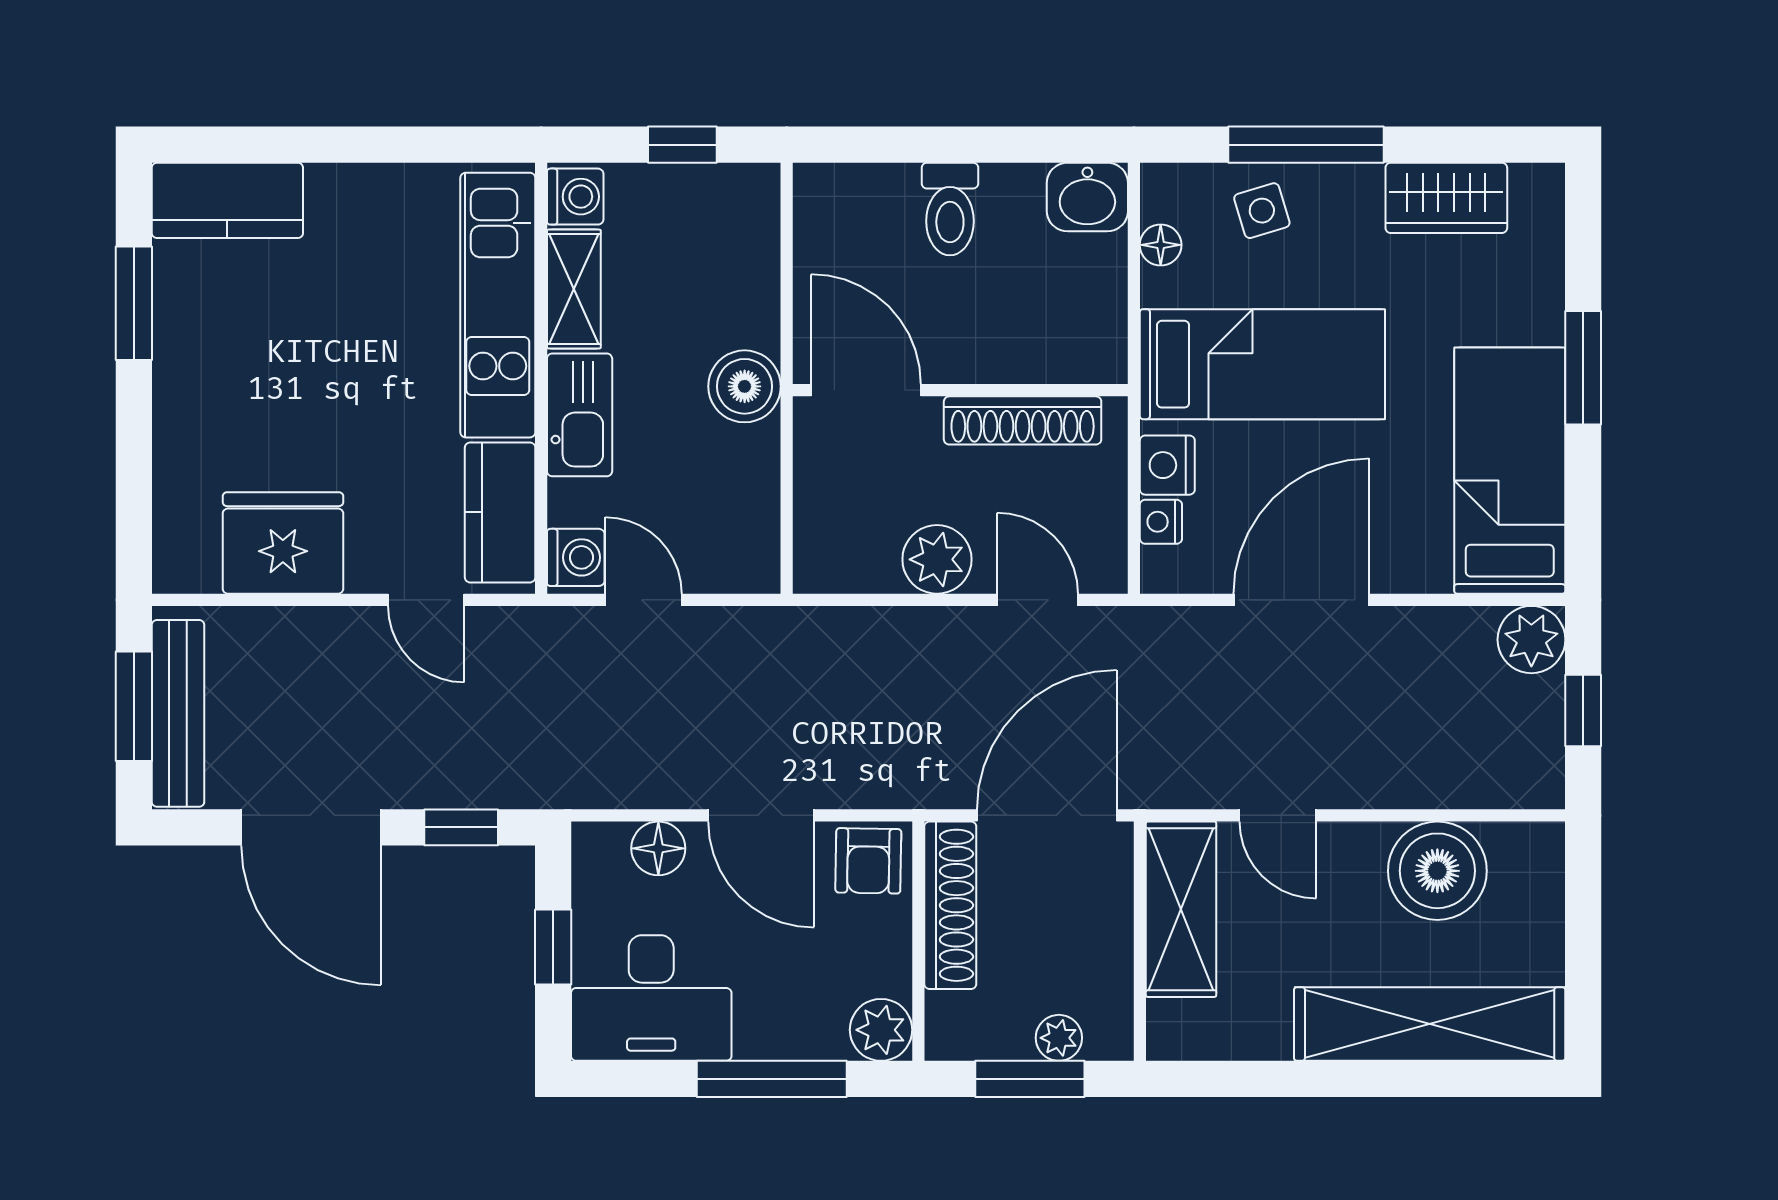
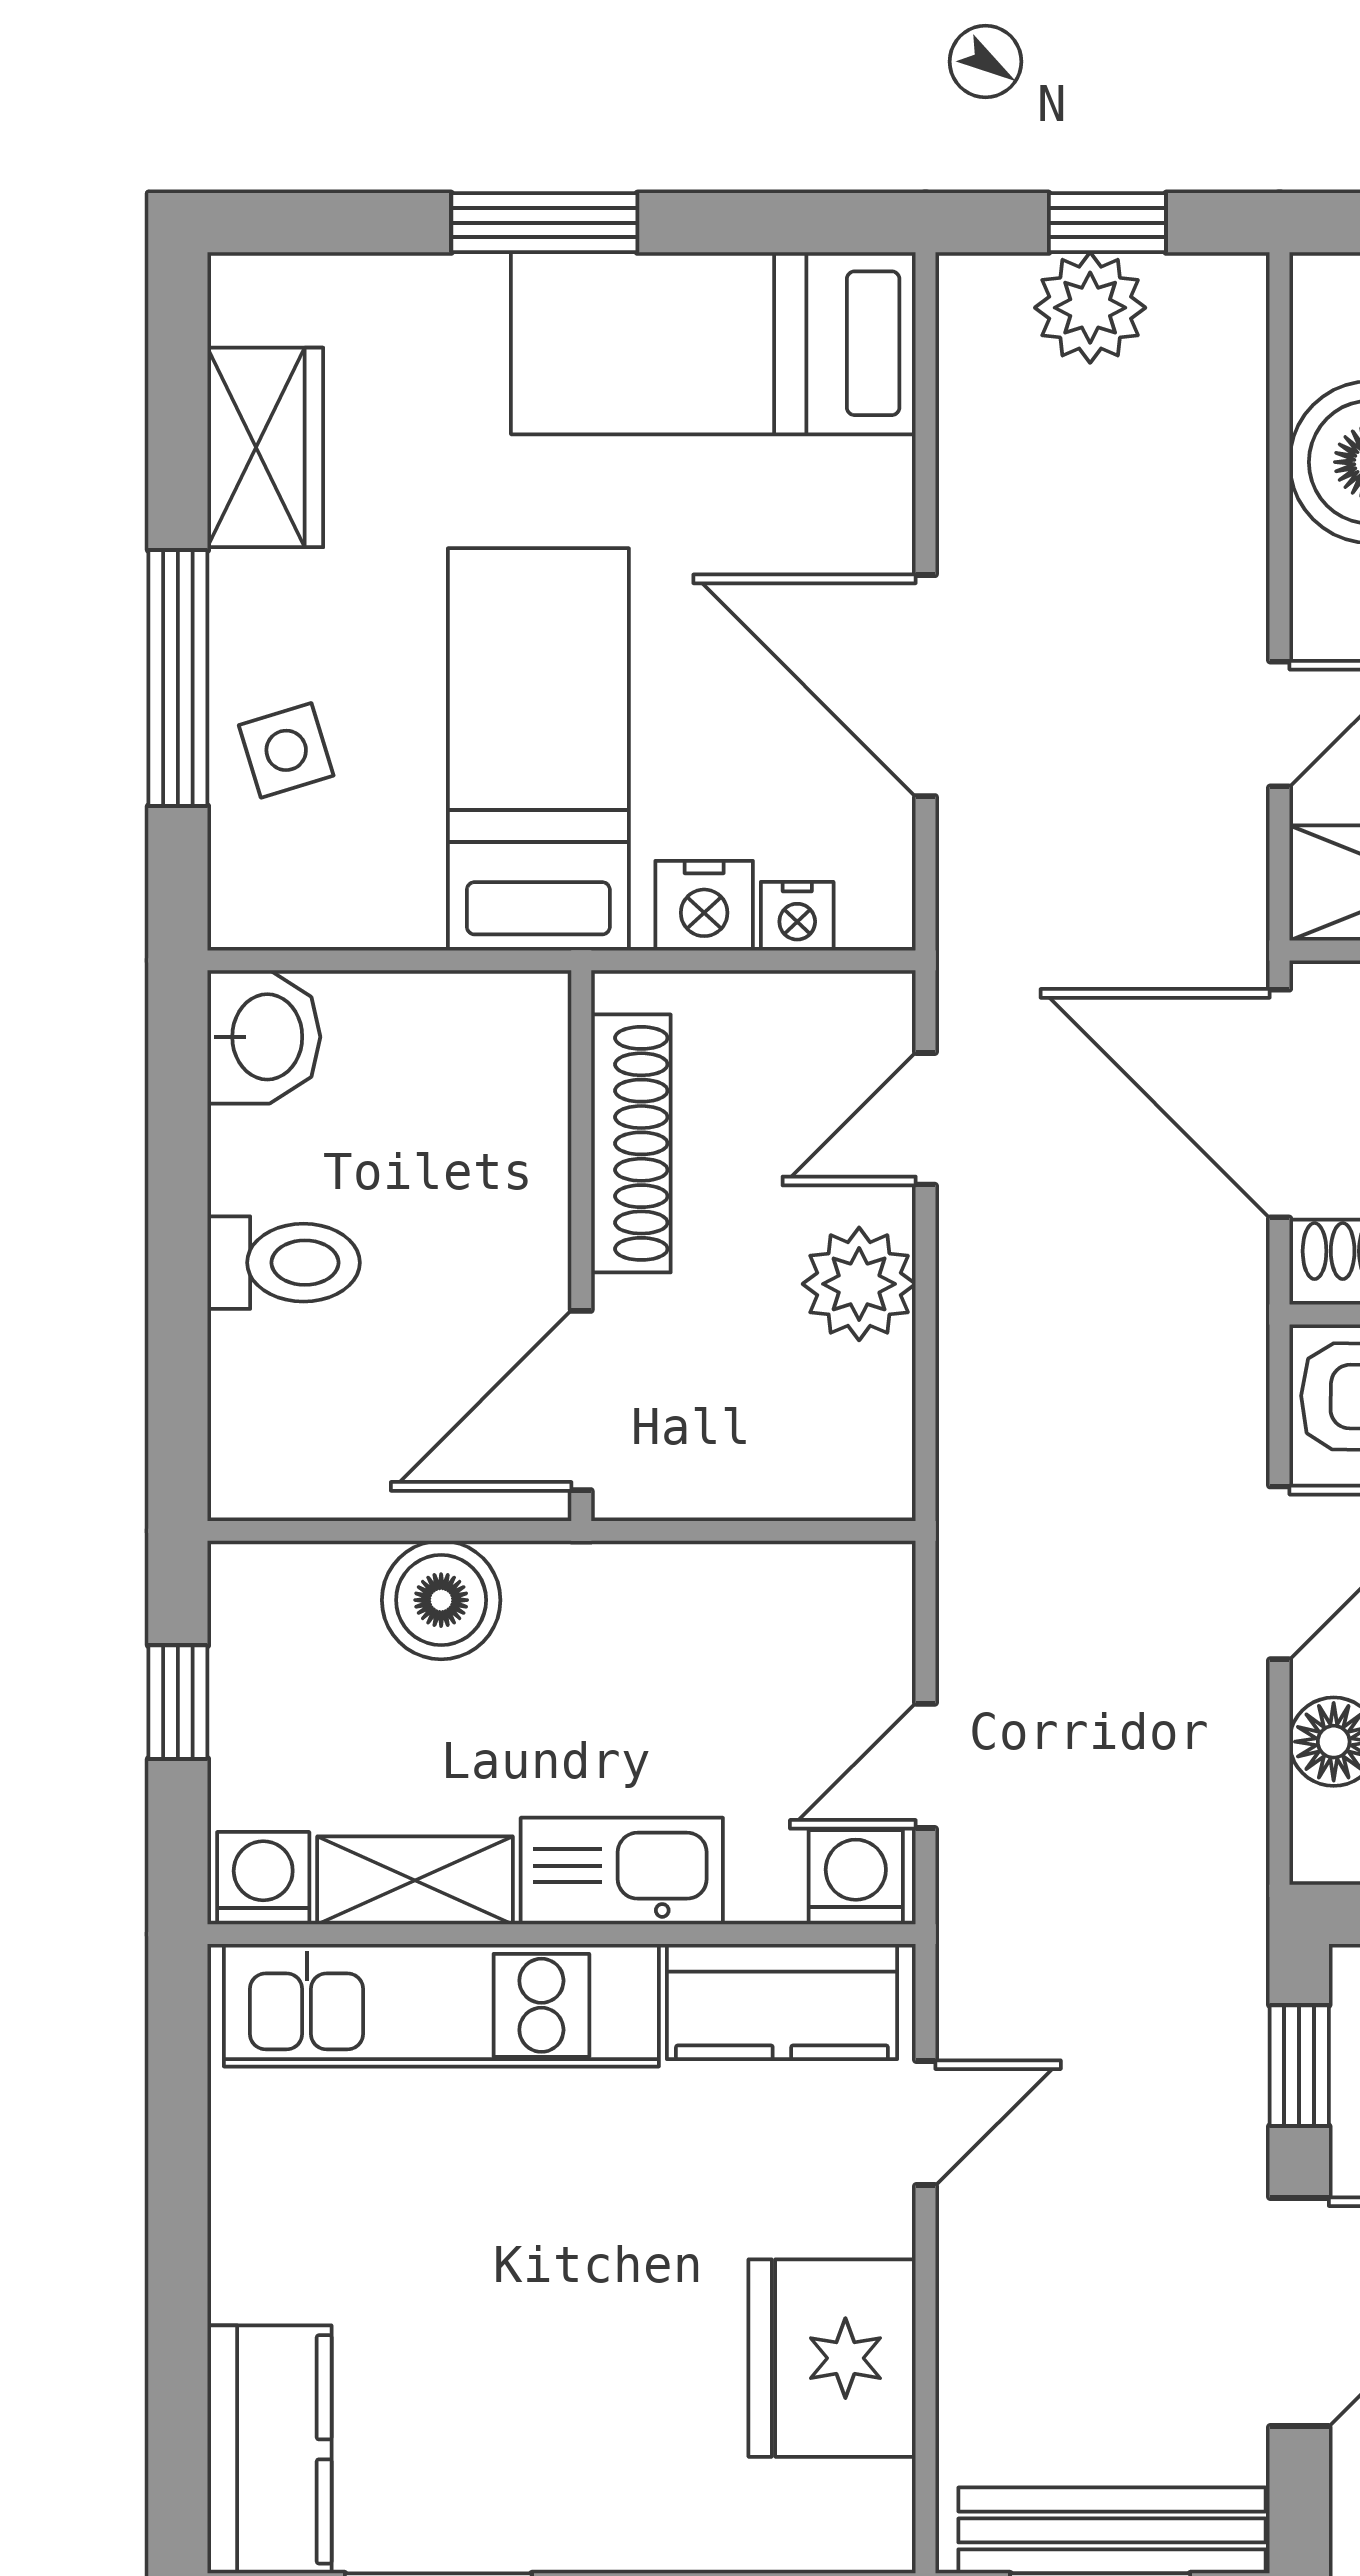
floor lamp: (1161, 245) -> (343, 917), removed
boiler: (745, 386) -> (441, 1600), moved
plant: (1531, 640) -> (1090, 308), moved

